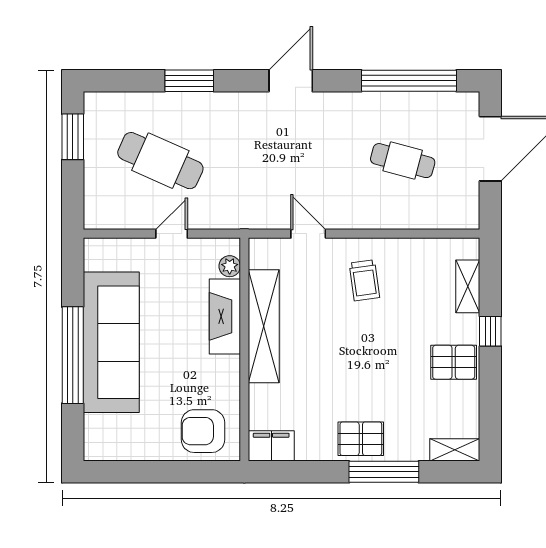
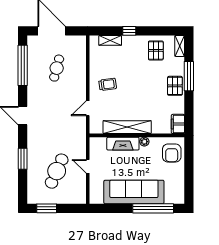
plant: (230, 266) -> (144, 142), moved
window: (73, 355) -> (153, 208), moved
pallet: (454, 362) -> (156, 50), moved

